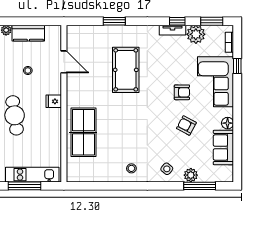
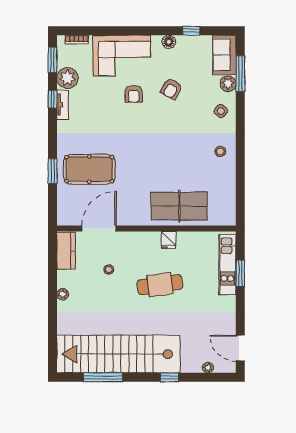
kitchen counter: (28, 33) -> (66, 251), moved
door: (64, 62) -> (99, 229), width x1.36
window: (237, 66) -> (191, 31), moved
pool table: (126, 70) -> (89, 169), moved
armchair: (182, 92) -> (134, 94), turned 180
fridge: (54, 101) -> (169, 240), moved
sofa: (223, 147) -> (224, 55), moved, turned 90
window: (25, 186) -> (240, 273), width x0.69

